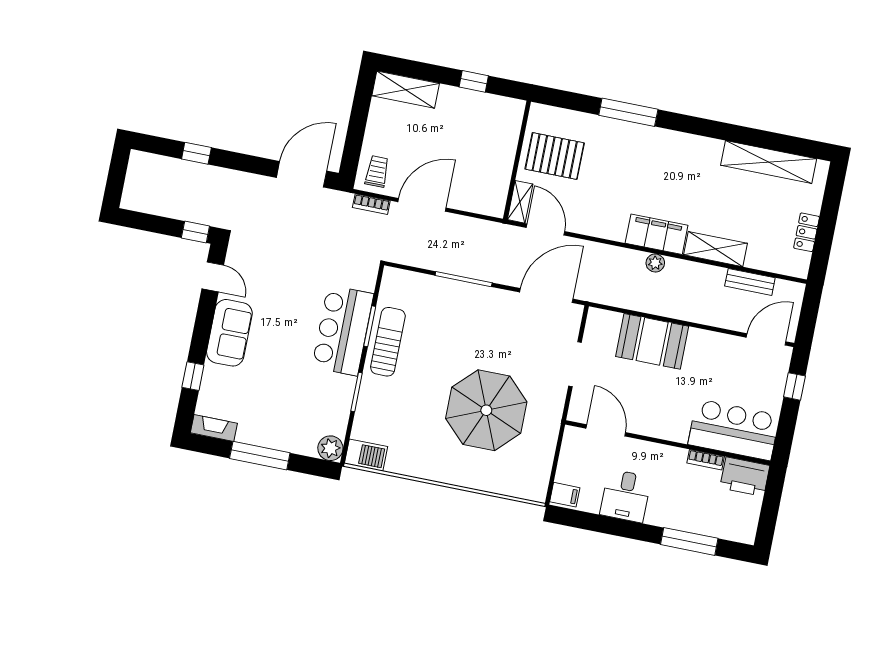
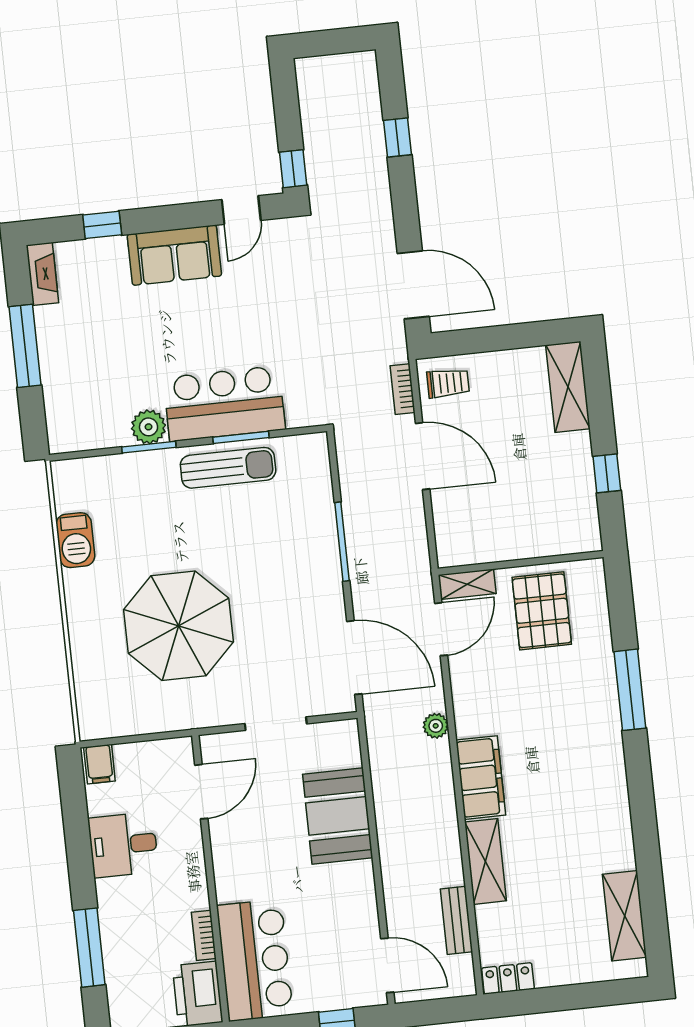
shelving: (769, 162) -> (625, 916), width x0.68
locker: (807, 232) -> (508, 978), moved
plant: (655, 263) -> (436, 726), moved
plant: (330, 448) -> (149, 427), moved
barbecue: (366, 455) -> (75, 540), moved

